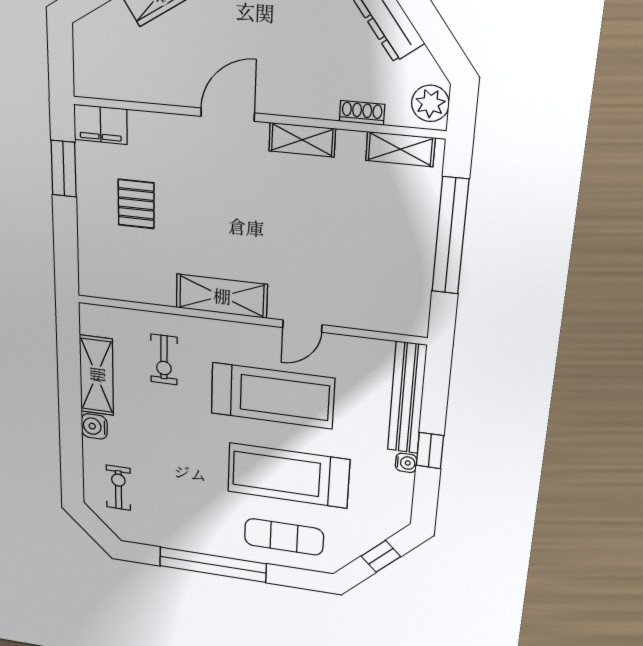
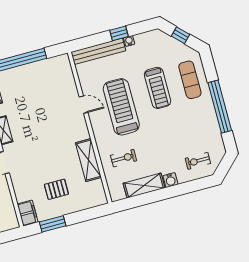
shelving: (222, 296) -> (88, 160), moved
treadmill: (288, 476) -> (158, 88), width x0.73, depth x0.73

